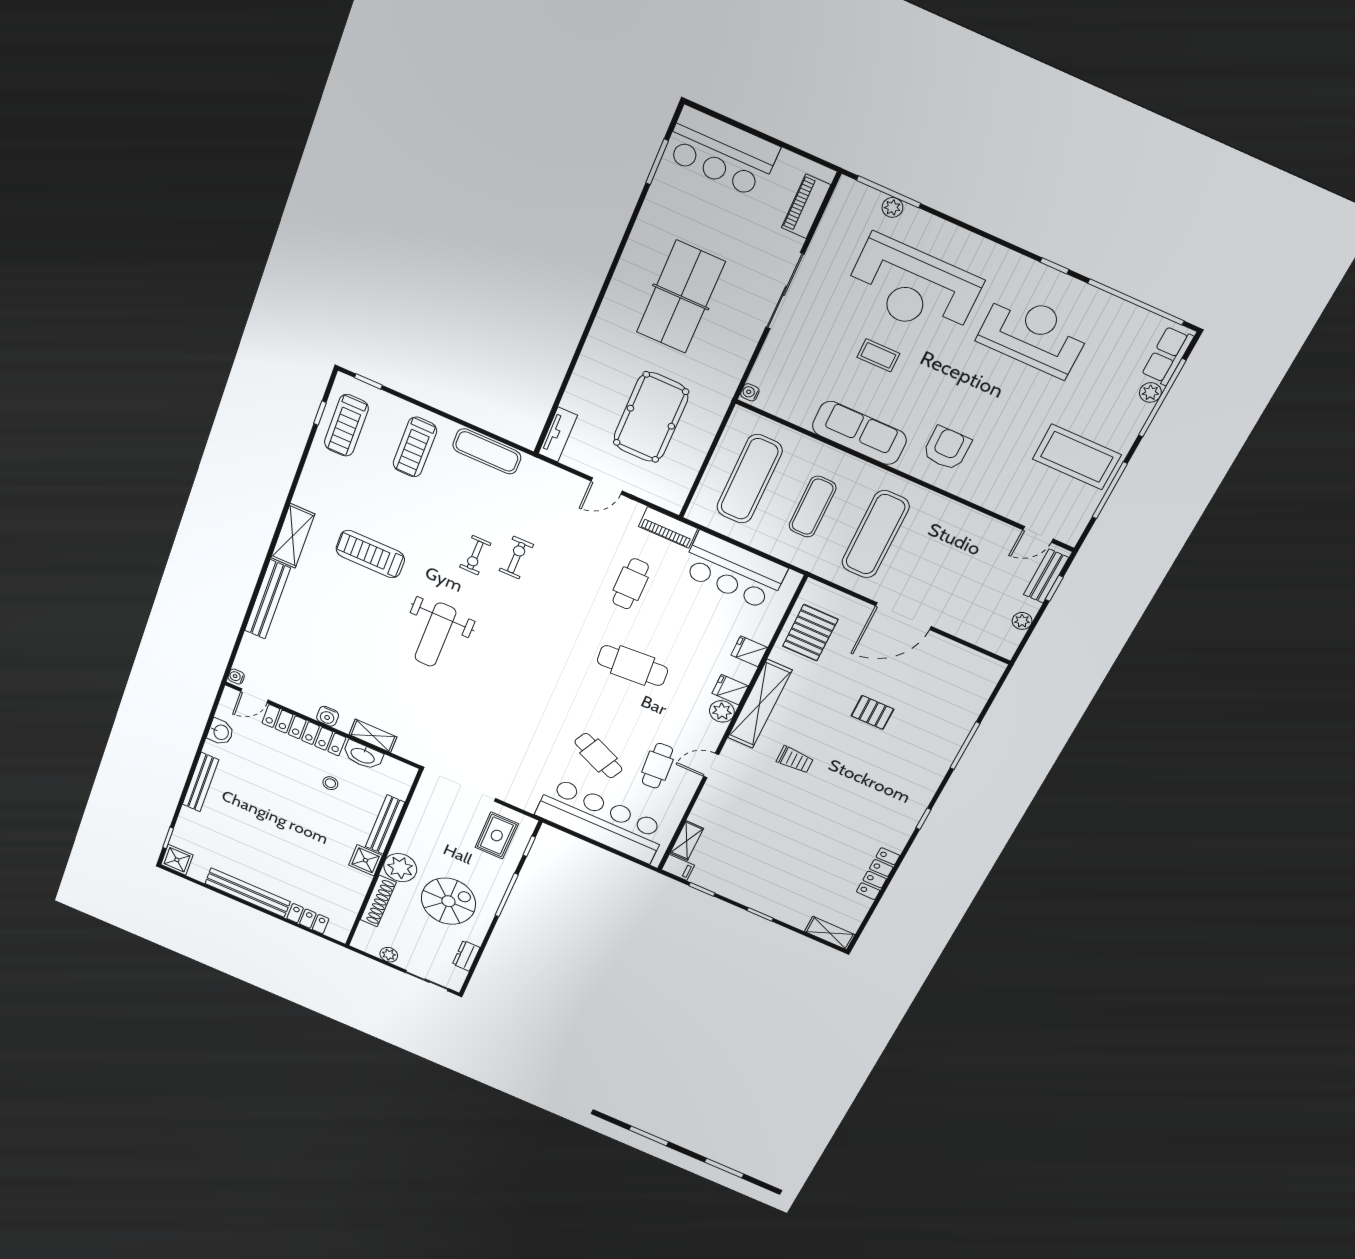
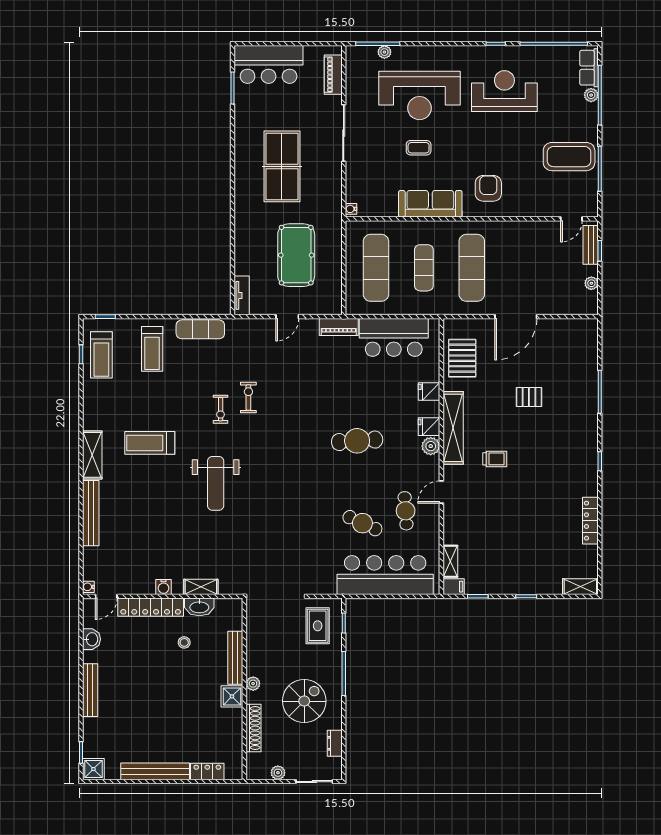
cafe table: (631, 584) -> (331, 380), removed
plant: (400, 868) -> (253, 684), width x0.53, depth x0.53

